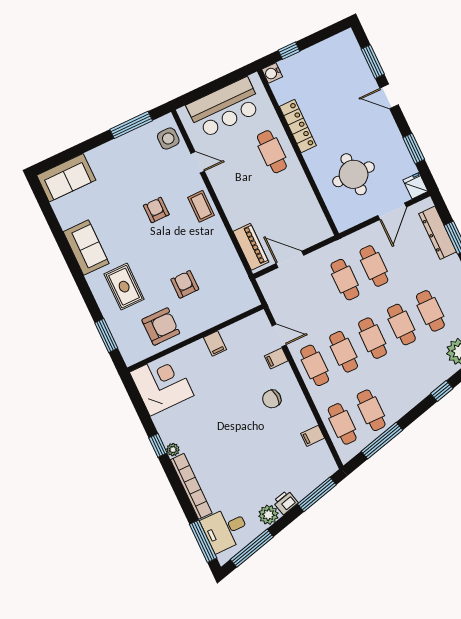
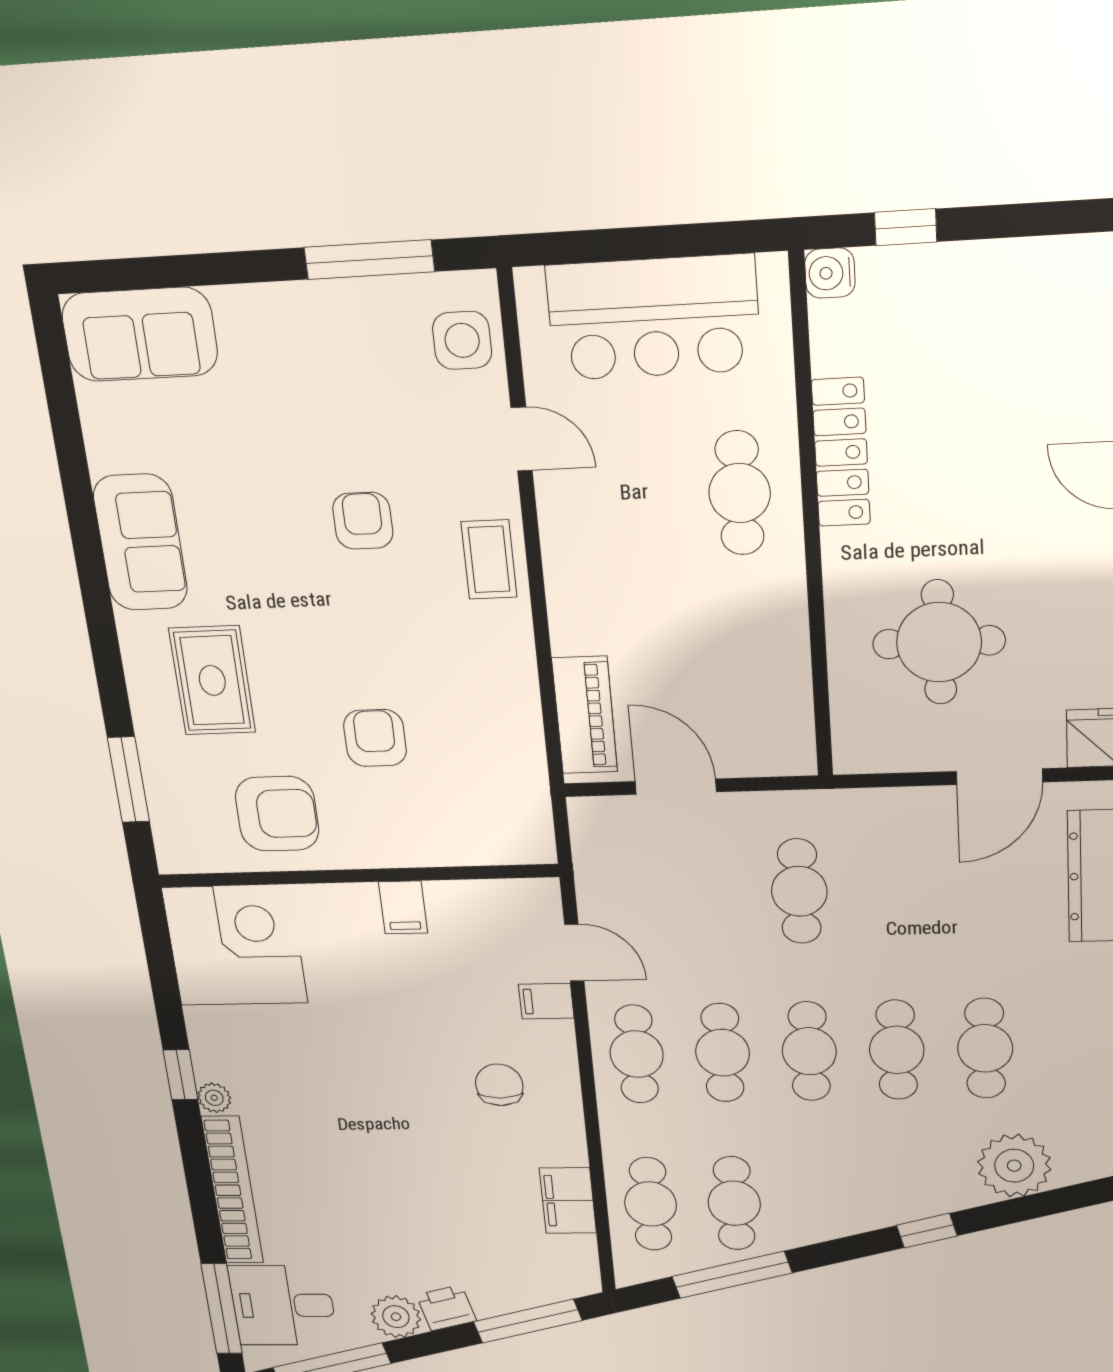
cafe table: (374, 266) -> (889, 889), removed
chair: (272, 399) -> (499, 1085), turned 93
filing cabinet: (313, 436) -> (568, 1201), width x2.00

